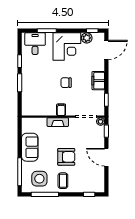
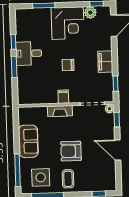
desk: (35, 44) -> (29, 53), moved, turned -90
armchair: (66, 157) -> (71, 151), turned 180

